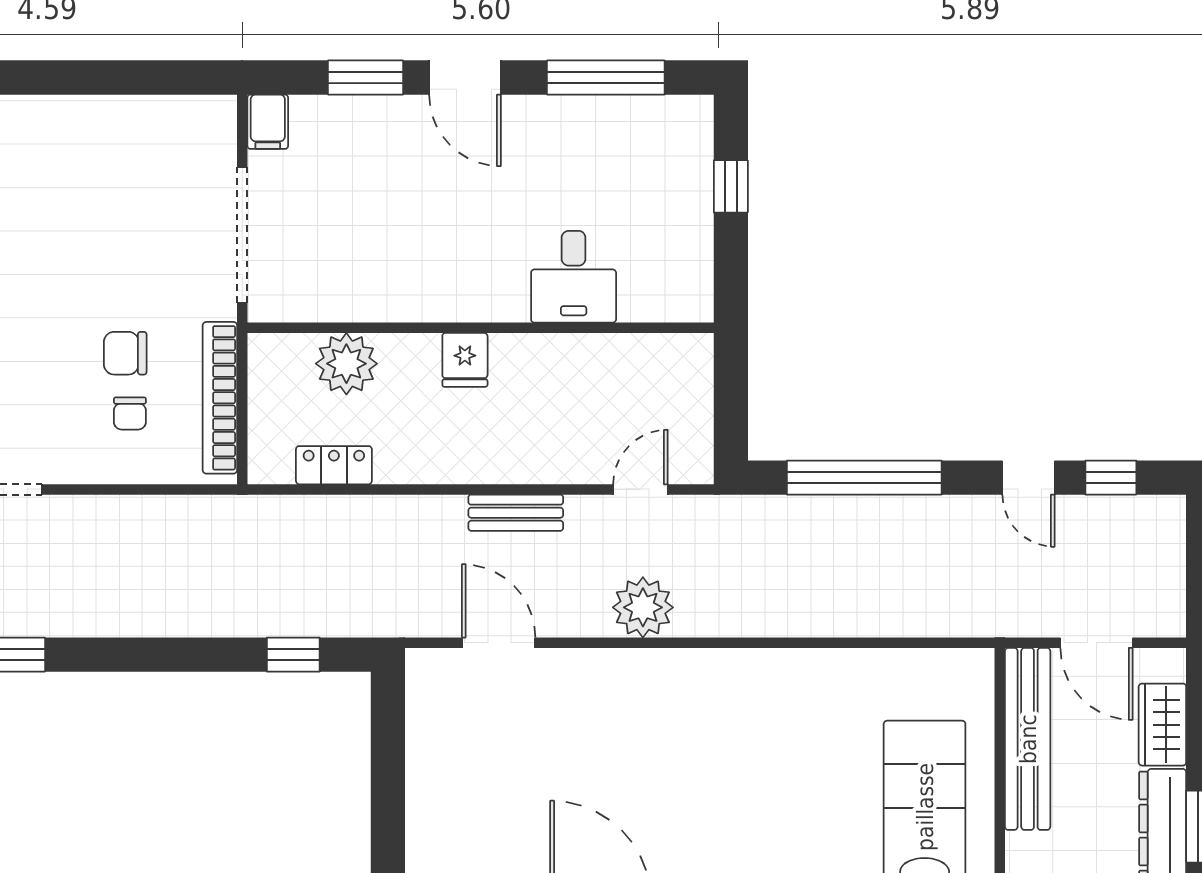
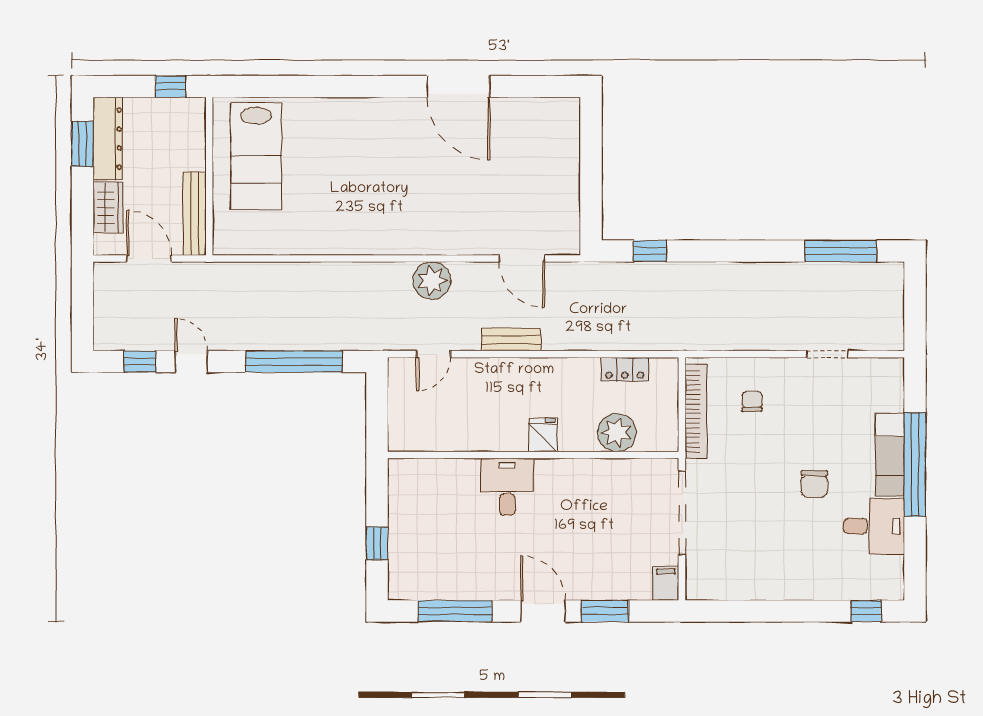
desk: (574, 277) -> (507, 487), moved
chair: (125, 353) -> (814, 484), moved, turned 90
bench: (1028, 739) -> (194, 214), width x0.73, depth x0.82

